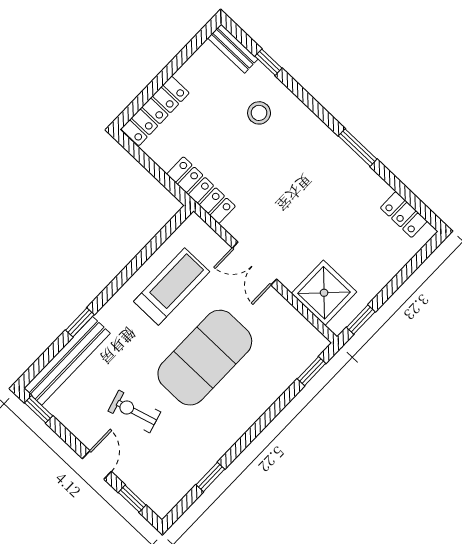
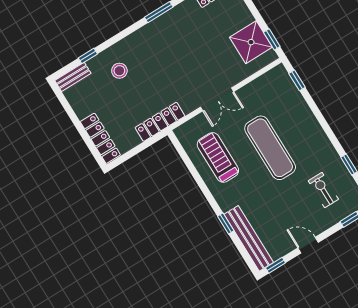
shower: (324, 293) -> (251, 42), moved
exercise mat: (205, 358) -> (270, 148), width x0.68
exercise bike: (134, 411) -> (323, 190), moved, turned 106
door: (97, 465) -> (308, 245), moved

